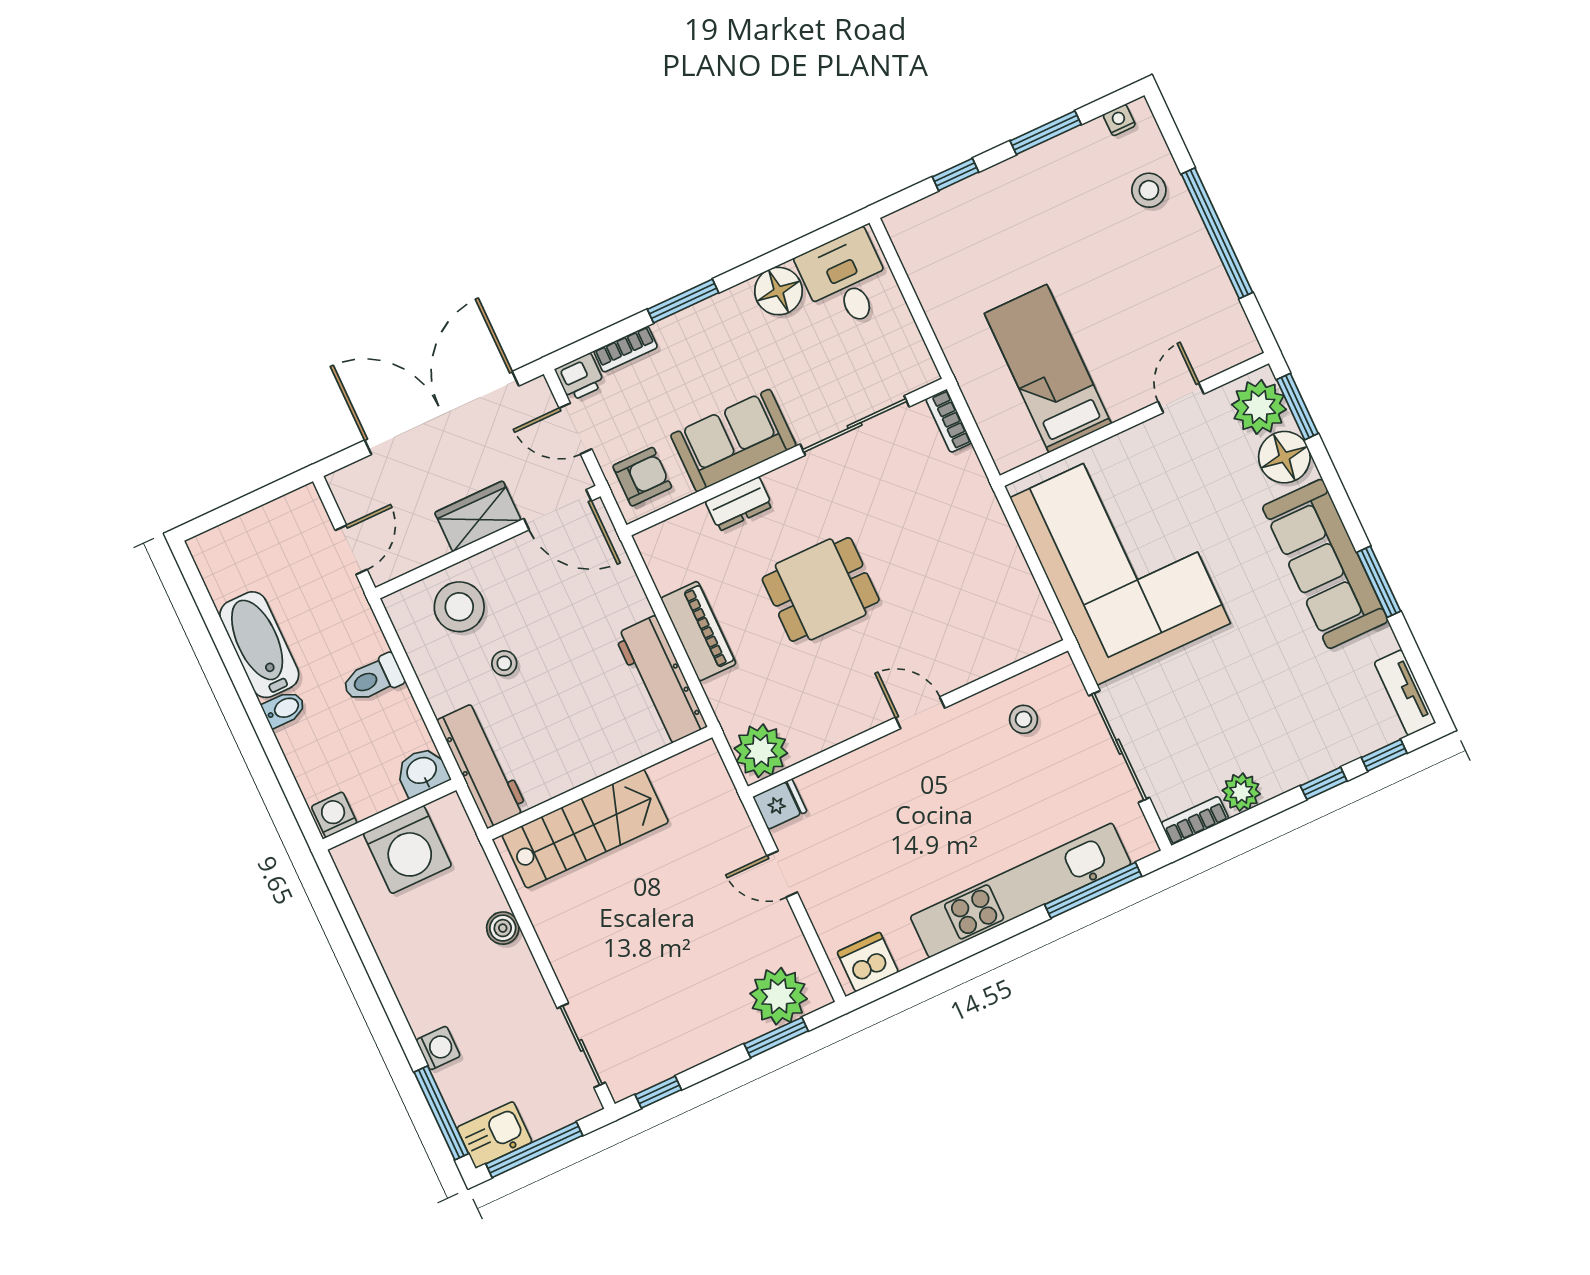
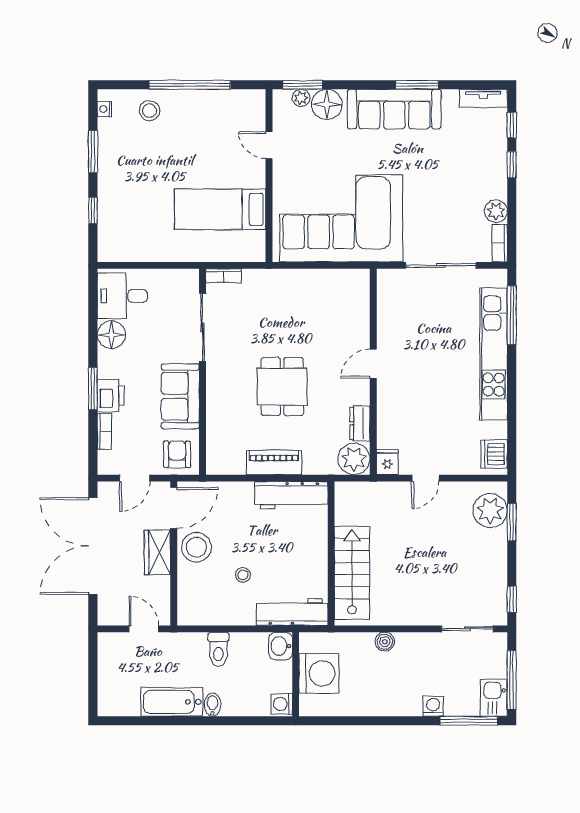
printer: (580, 377) -> (111, 395), moved, width x1.36, depth x1.24
plant: (1259, 407) -> (301, 98), width x0.53, depth x0.53
dresser: (739, 504) -> (360, 423), moved, turned 180
stool: (459, 607) -> (196, 547), moved
stool: (1023, 719) -> (403, 310), removed

